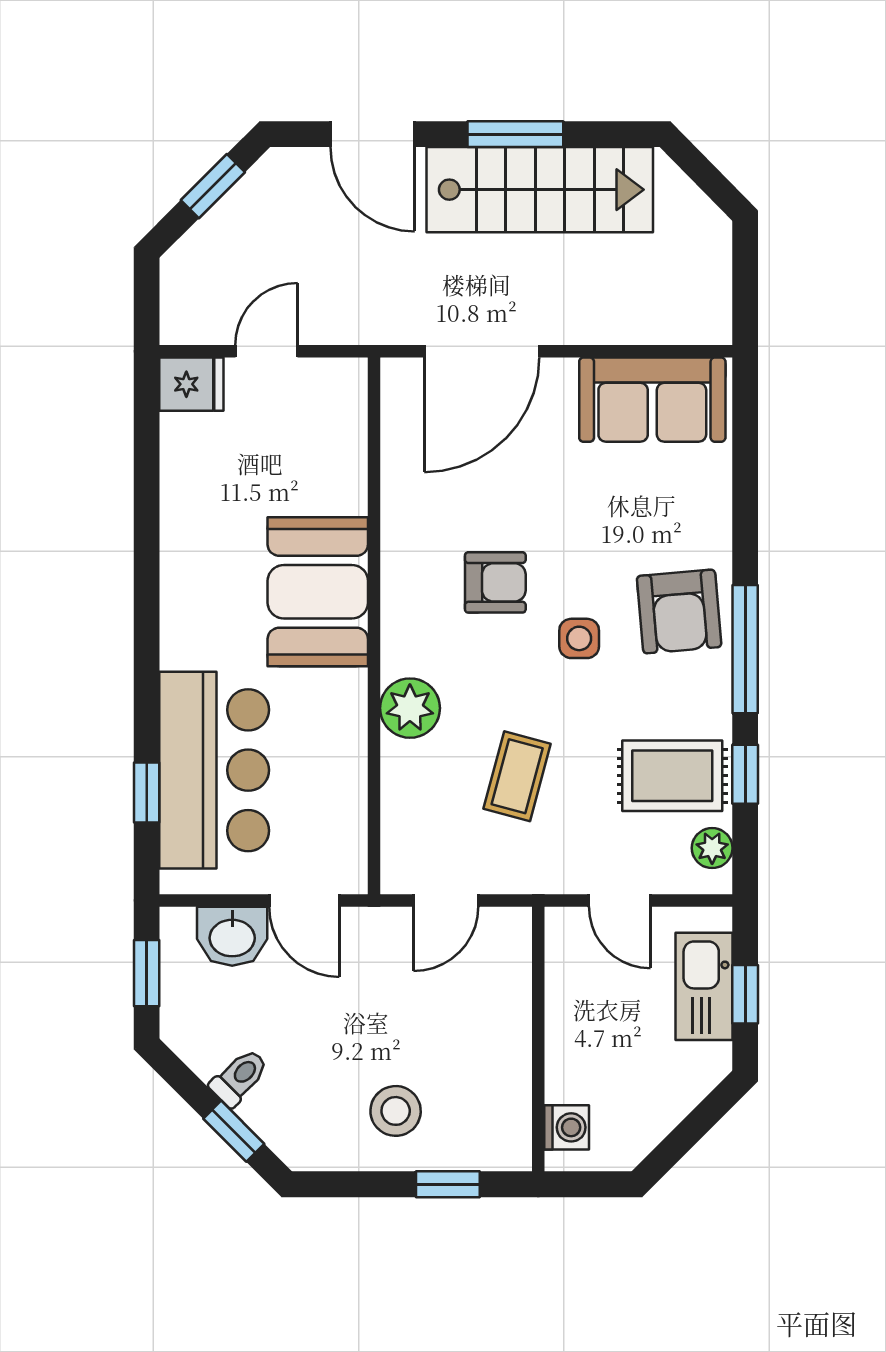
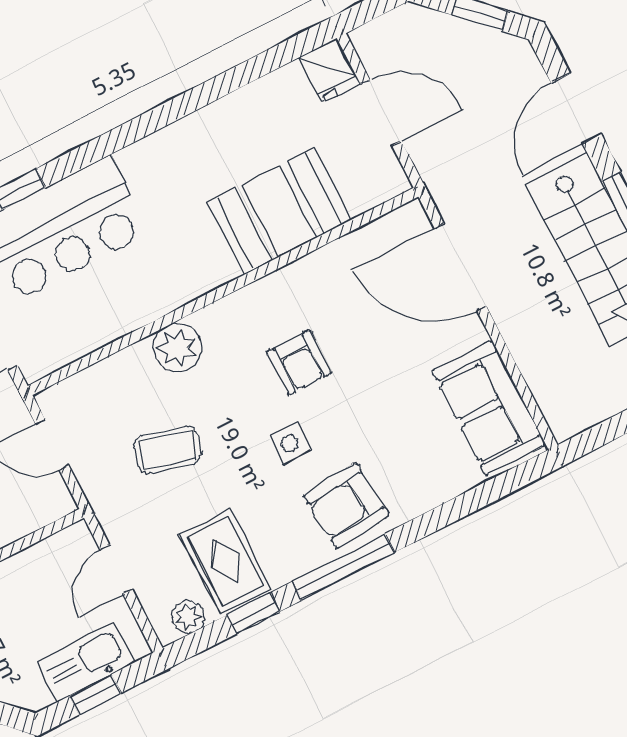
door: (266, 351) -> (381, 112), width x1.37
booth: (318, 592) -> (279, 211), moved

